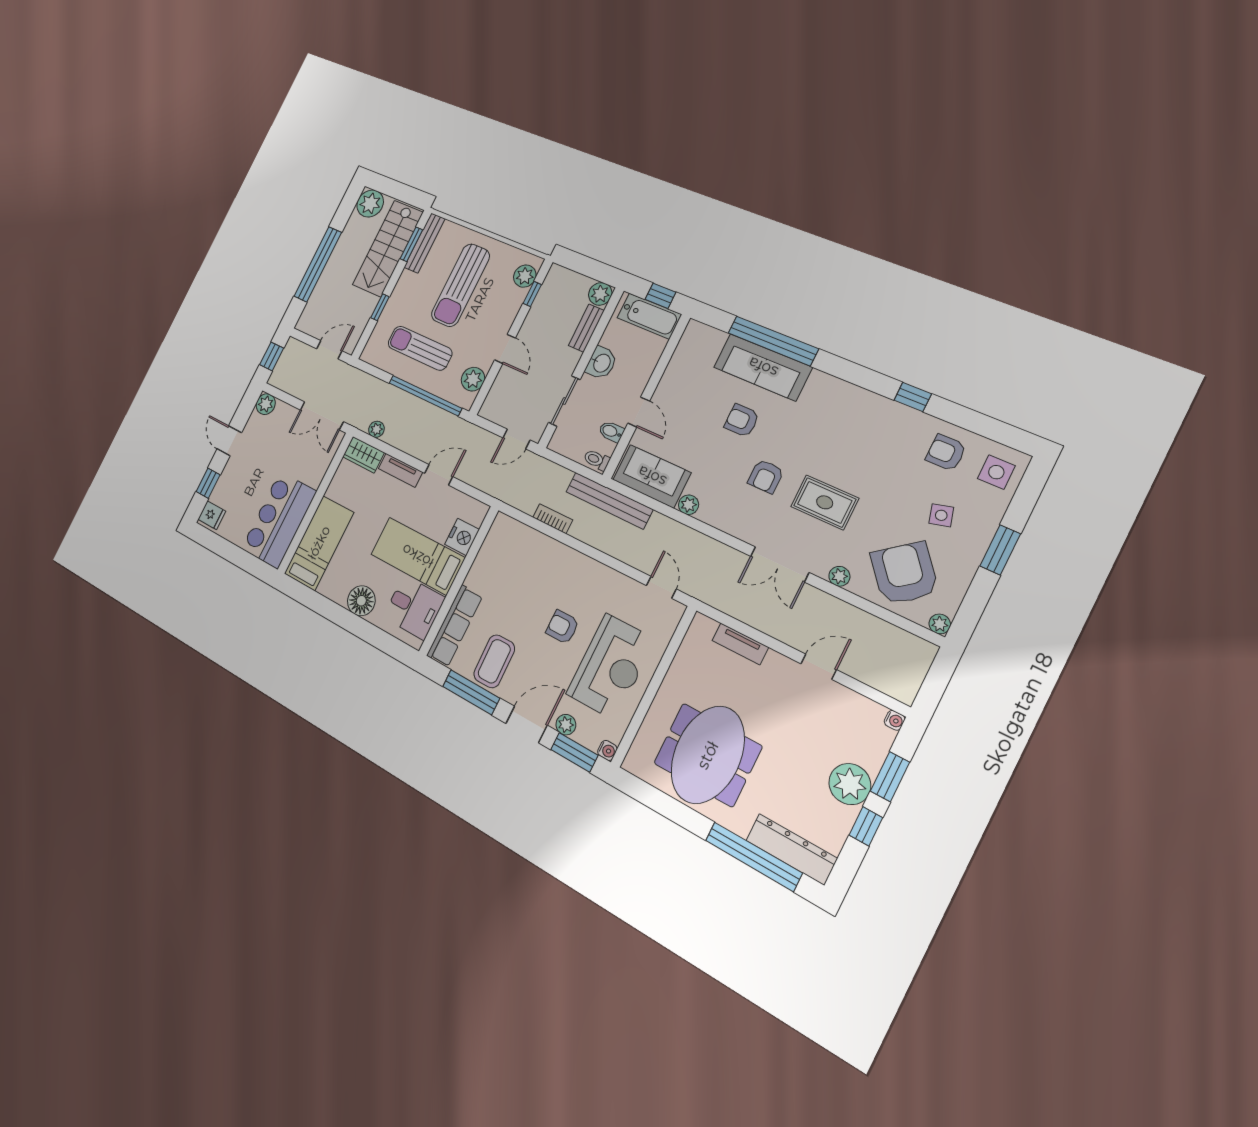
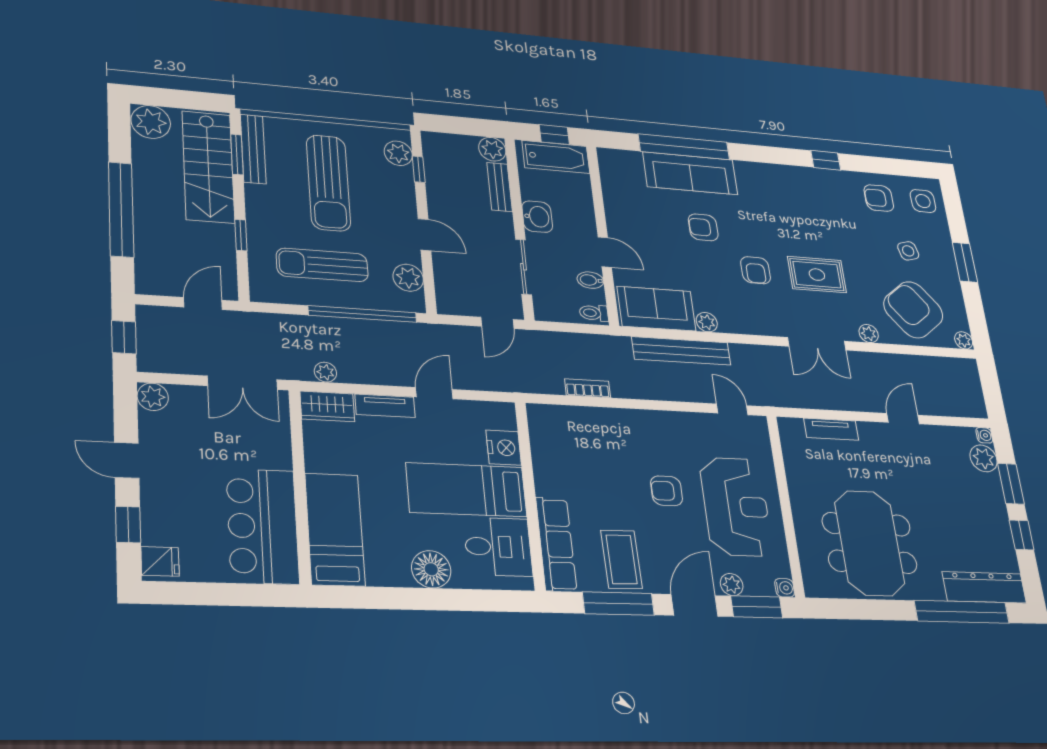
bench: (609, 501) -> (681, 351), moved
plant: (850, 784) -> (984, 458), moved, width x0.73, depth x0.73

